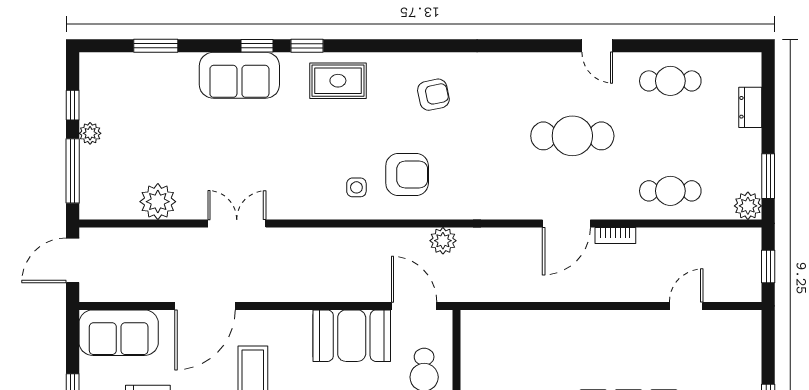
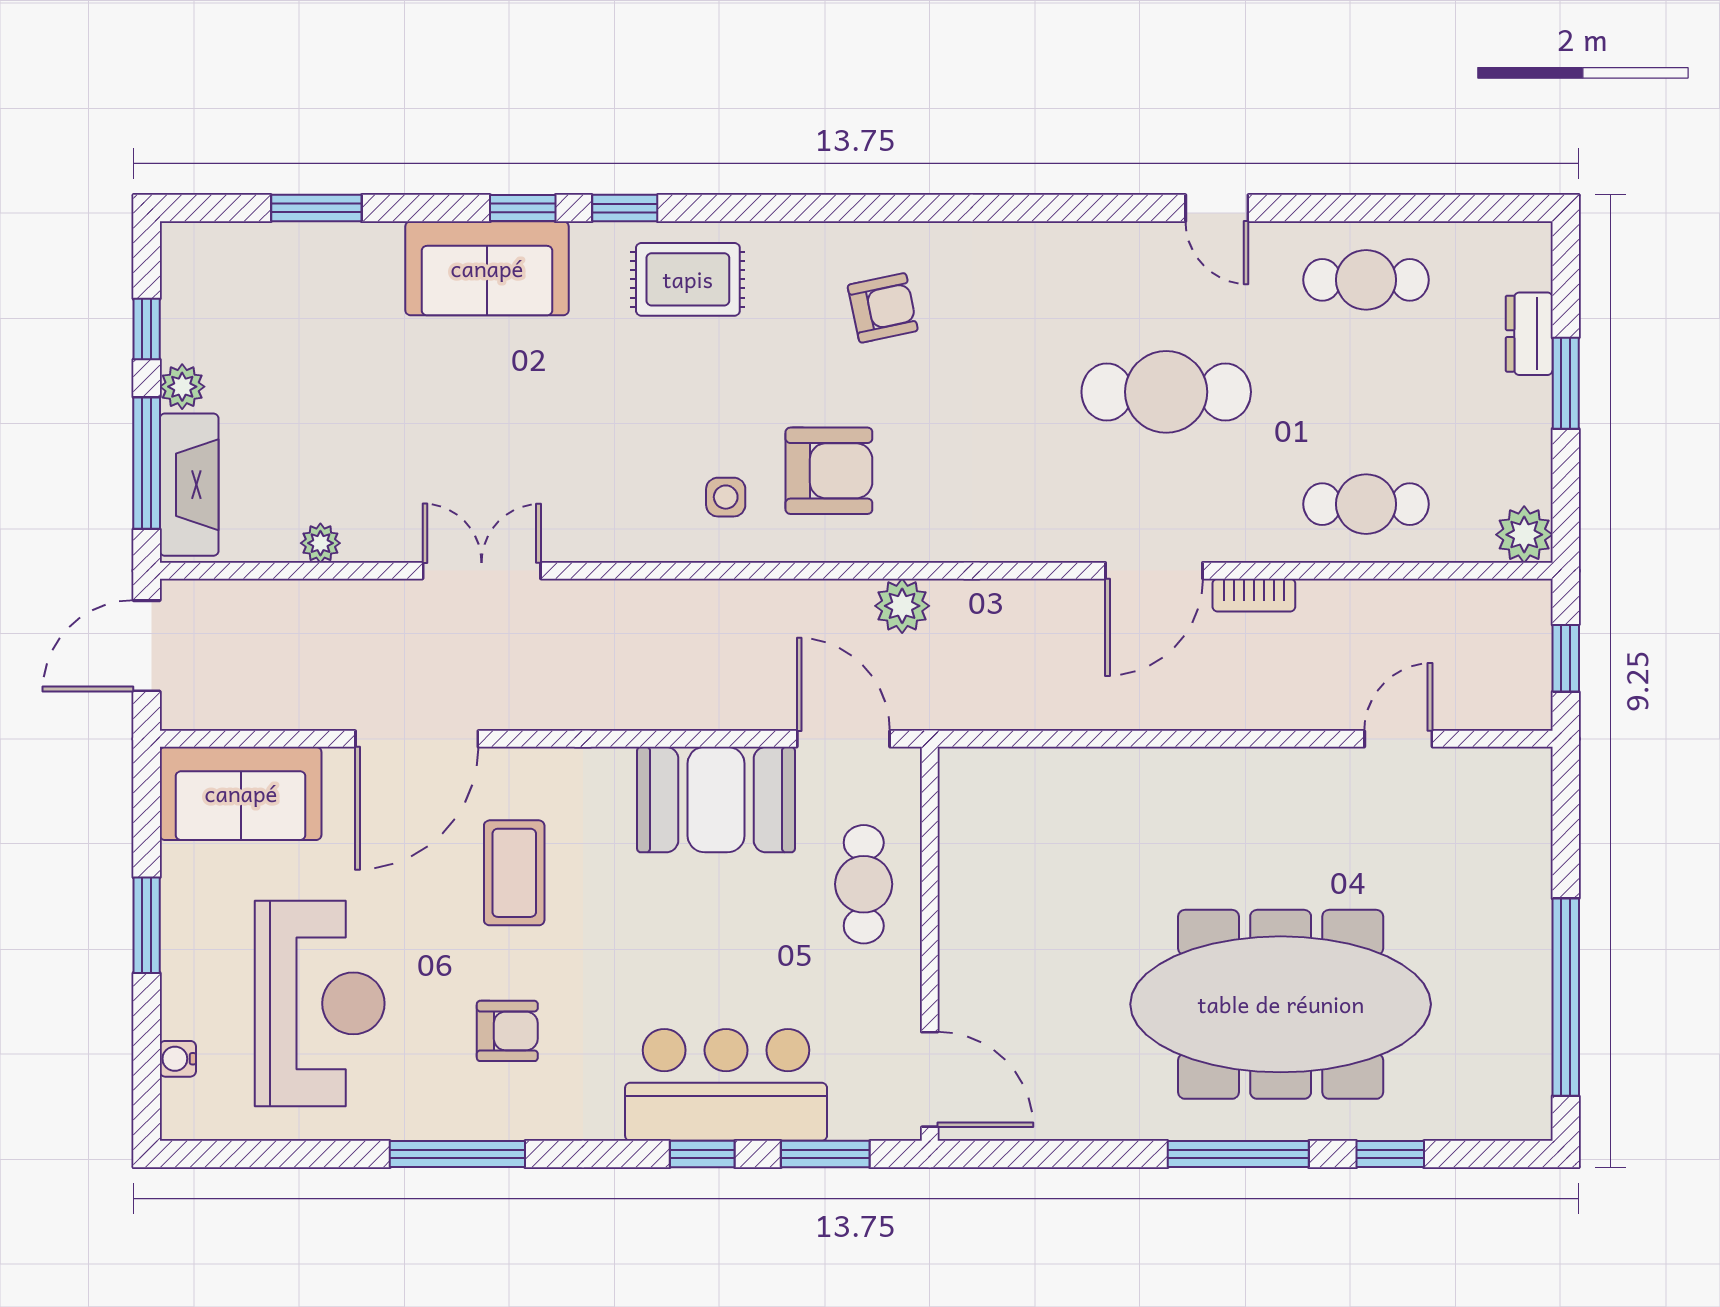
window: (768, 176) -> (1566, 383), moved
fireplace: (93, 181) -> (189, 485), added
plant: (158, 202) -> (320, 543), width x0.53, depth x0.53

